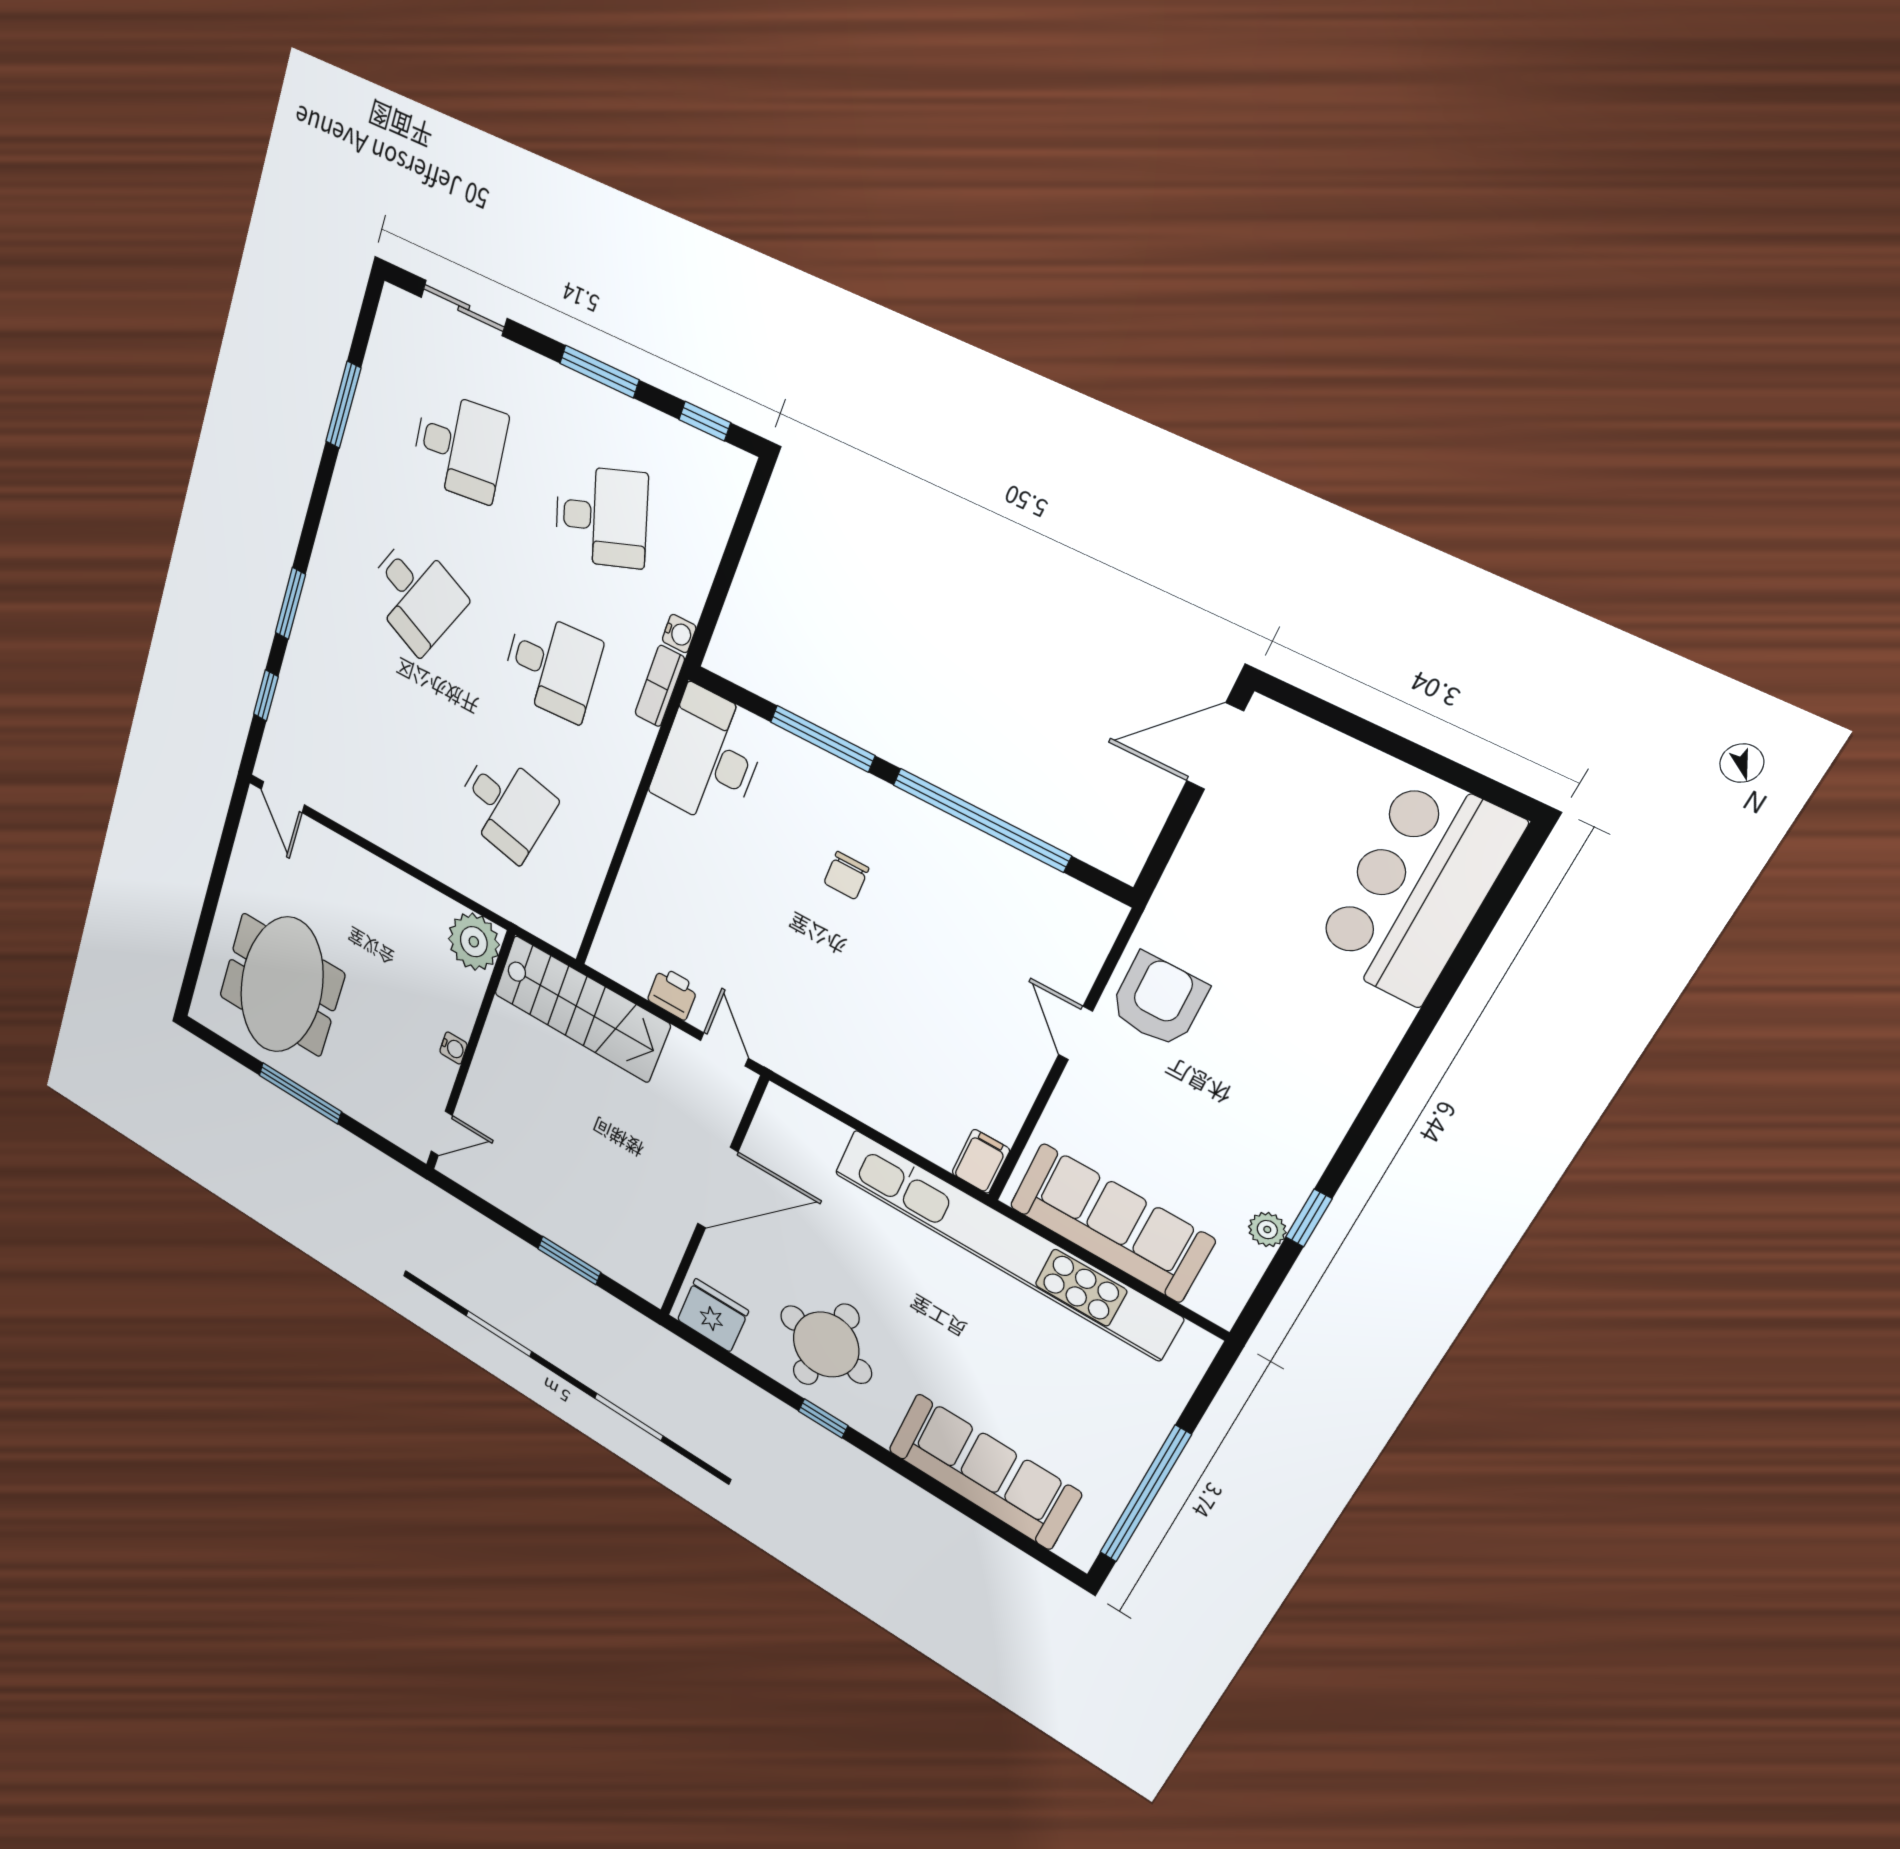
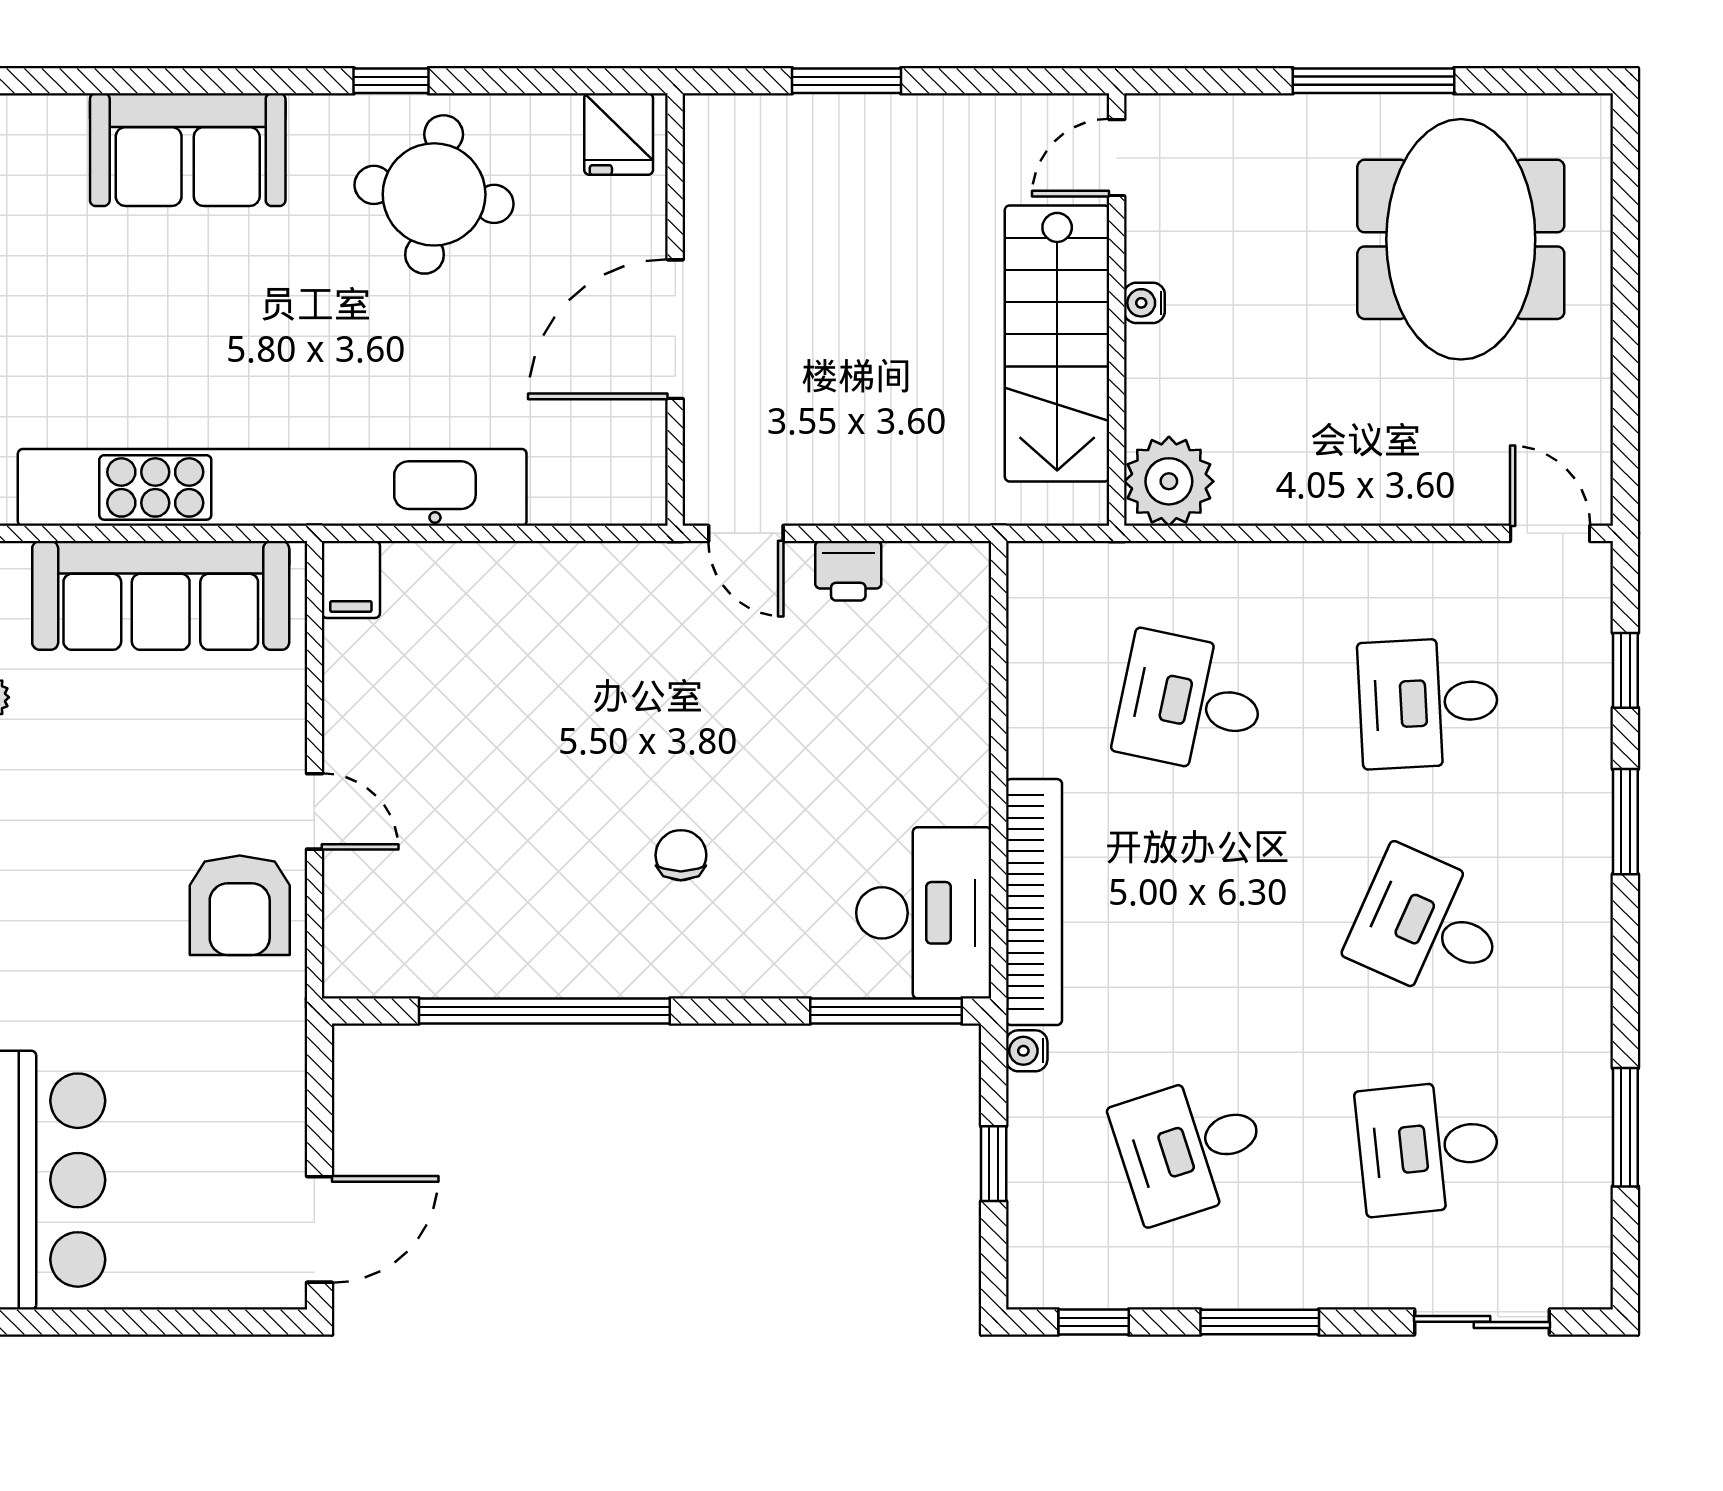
window: (728, 566) -> (994, 1164), added
desk: (552, 666) -> (1428, 703), moved
bookcase: (660, 686) -> (1034, 902), width x2.31, depth x1.31
window: (822, 739) -> (886, 1011), moved
stairs: (581, 1009) -> (1057, 343), moved, turned -90
fridge: (713, 1315) -> (619, 134), width x0.72
sofa: (984, 1472) -> (188, 150), width x0.73

